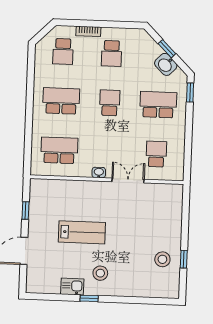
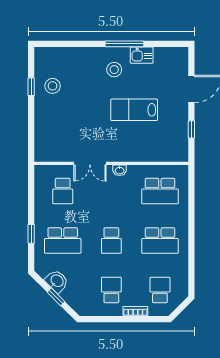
window: (190, 93) -> (31, 234), moved
window: (89, 298) -> (124, 44), width x2.17

